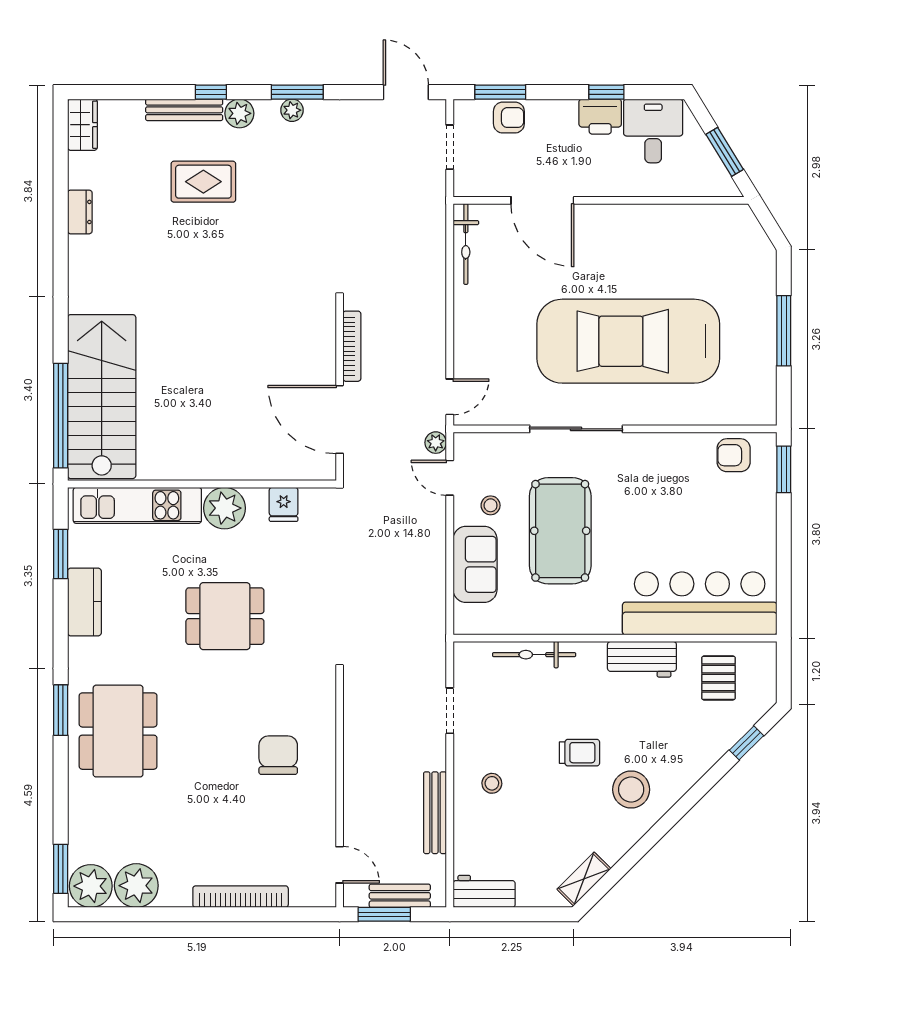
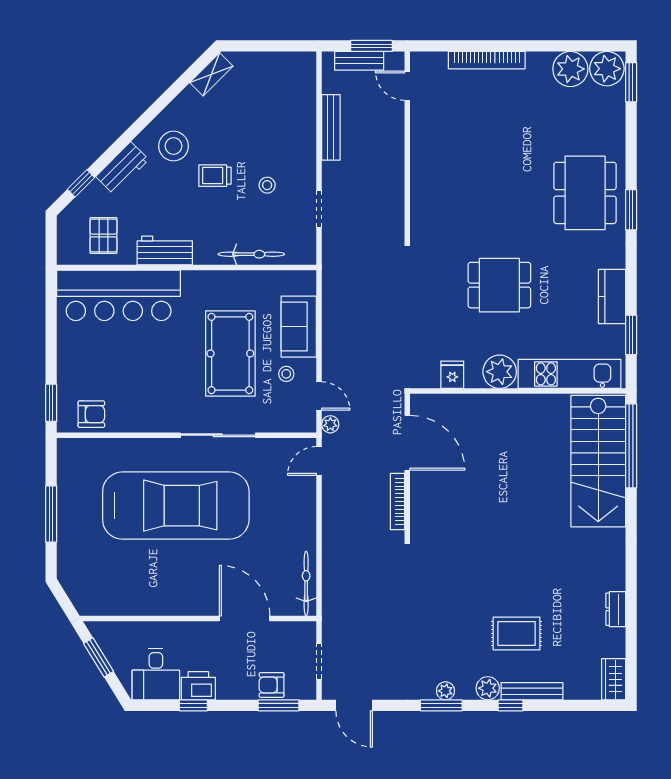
chair: (278, 755) -> (457, 174), removed
stool: (492, 783) -> (267, 185), moved
workbench: (484, 891) -> (122, 168), moved, turned -45

